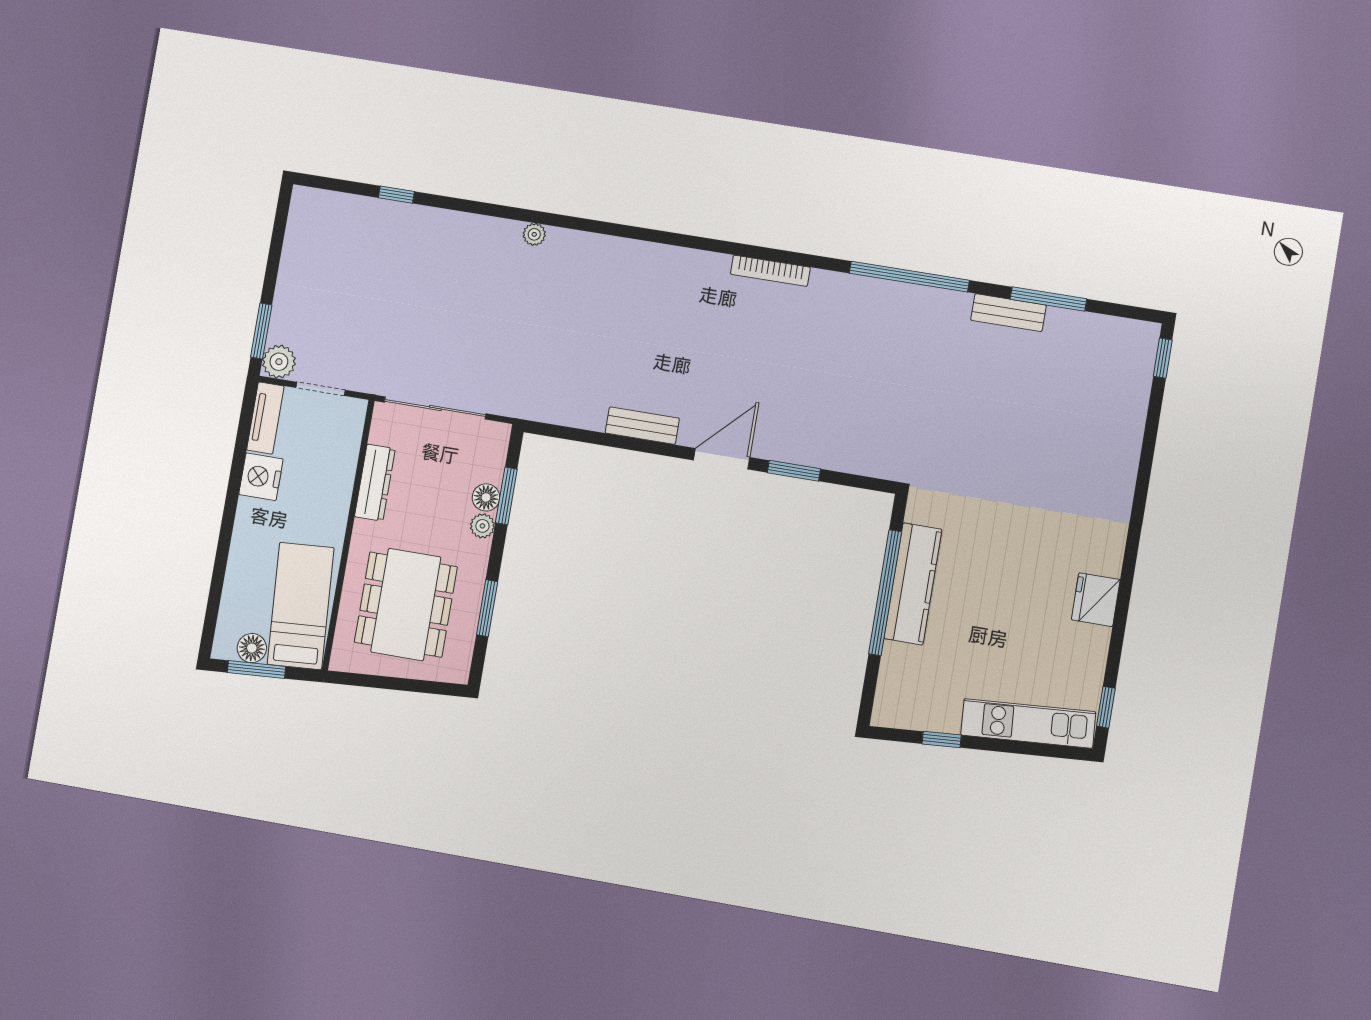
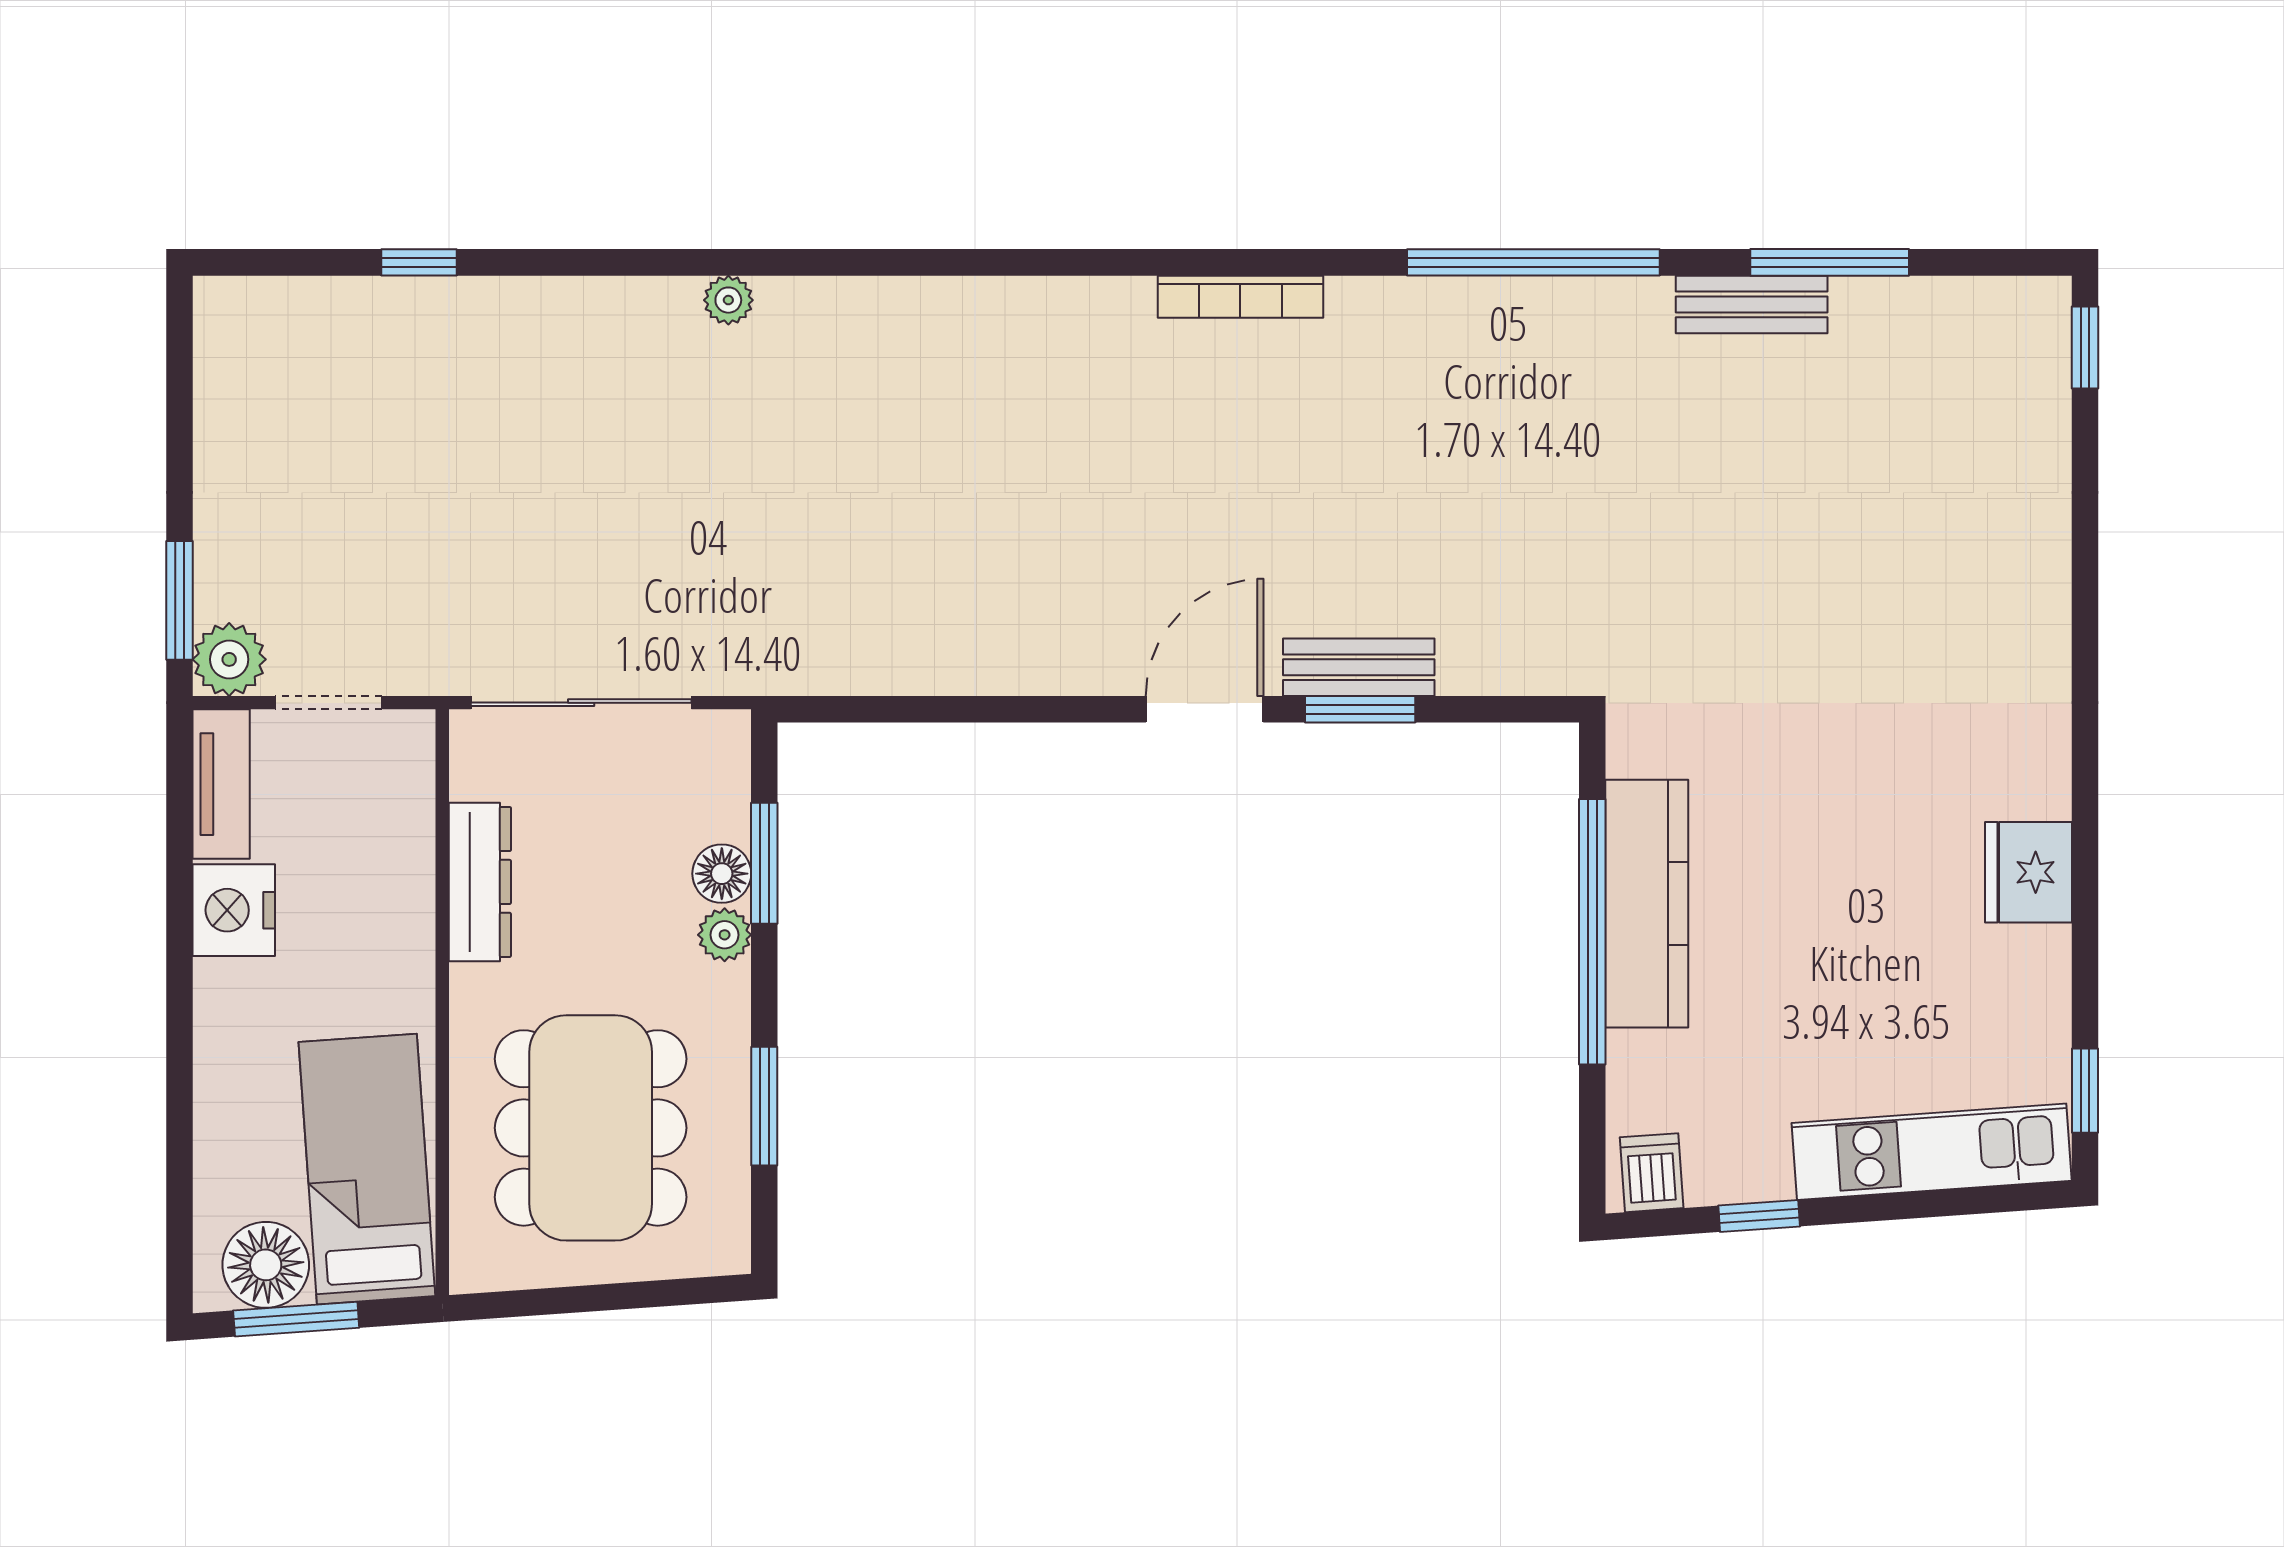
bench: (642, 426) -> (1359, 667), moved
floor lamp: (252, 648) -> (266, 1265), width x1.38, depth x1.38
dishwasher: (894, 710) -> (1652, 1173), added

